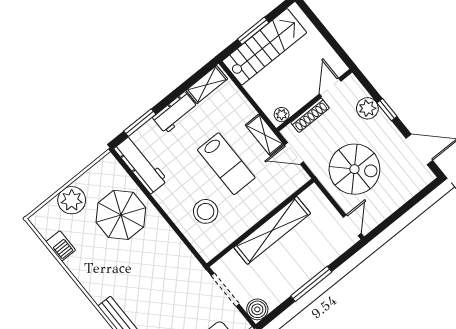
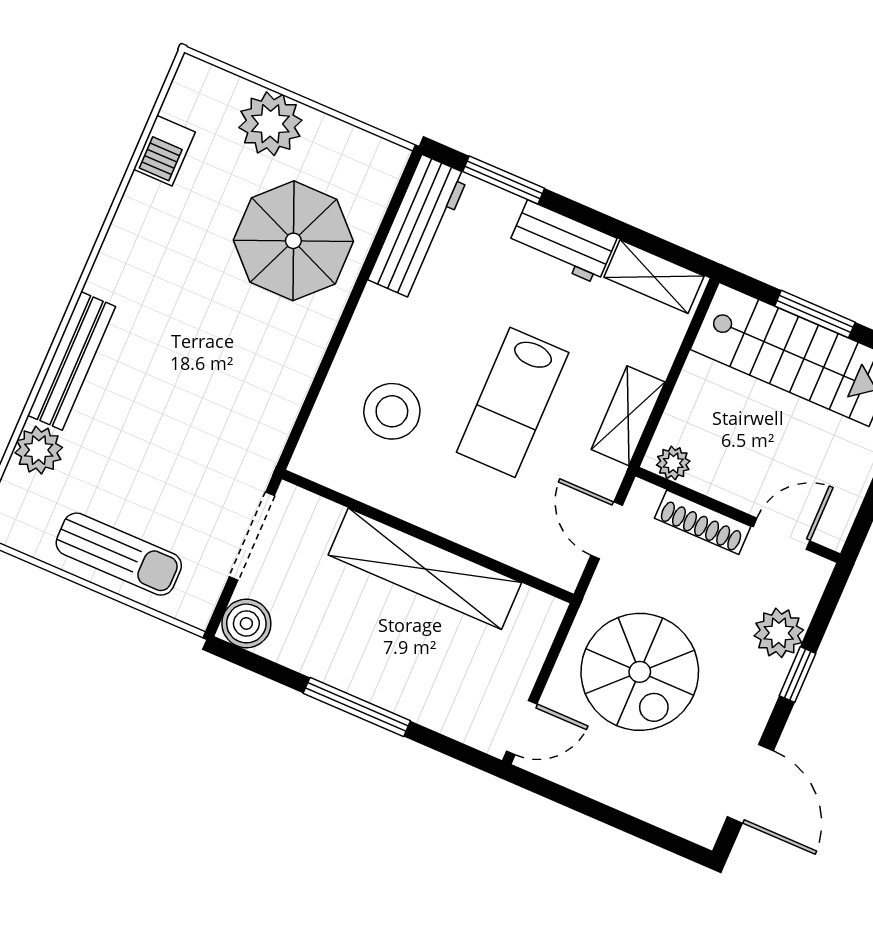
shelving: (265, 135) -> (628, 416), moved

